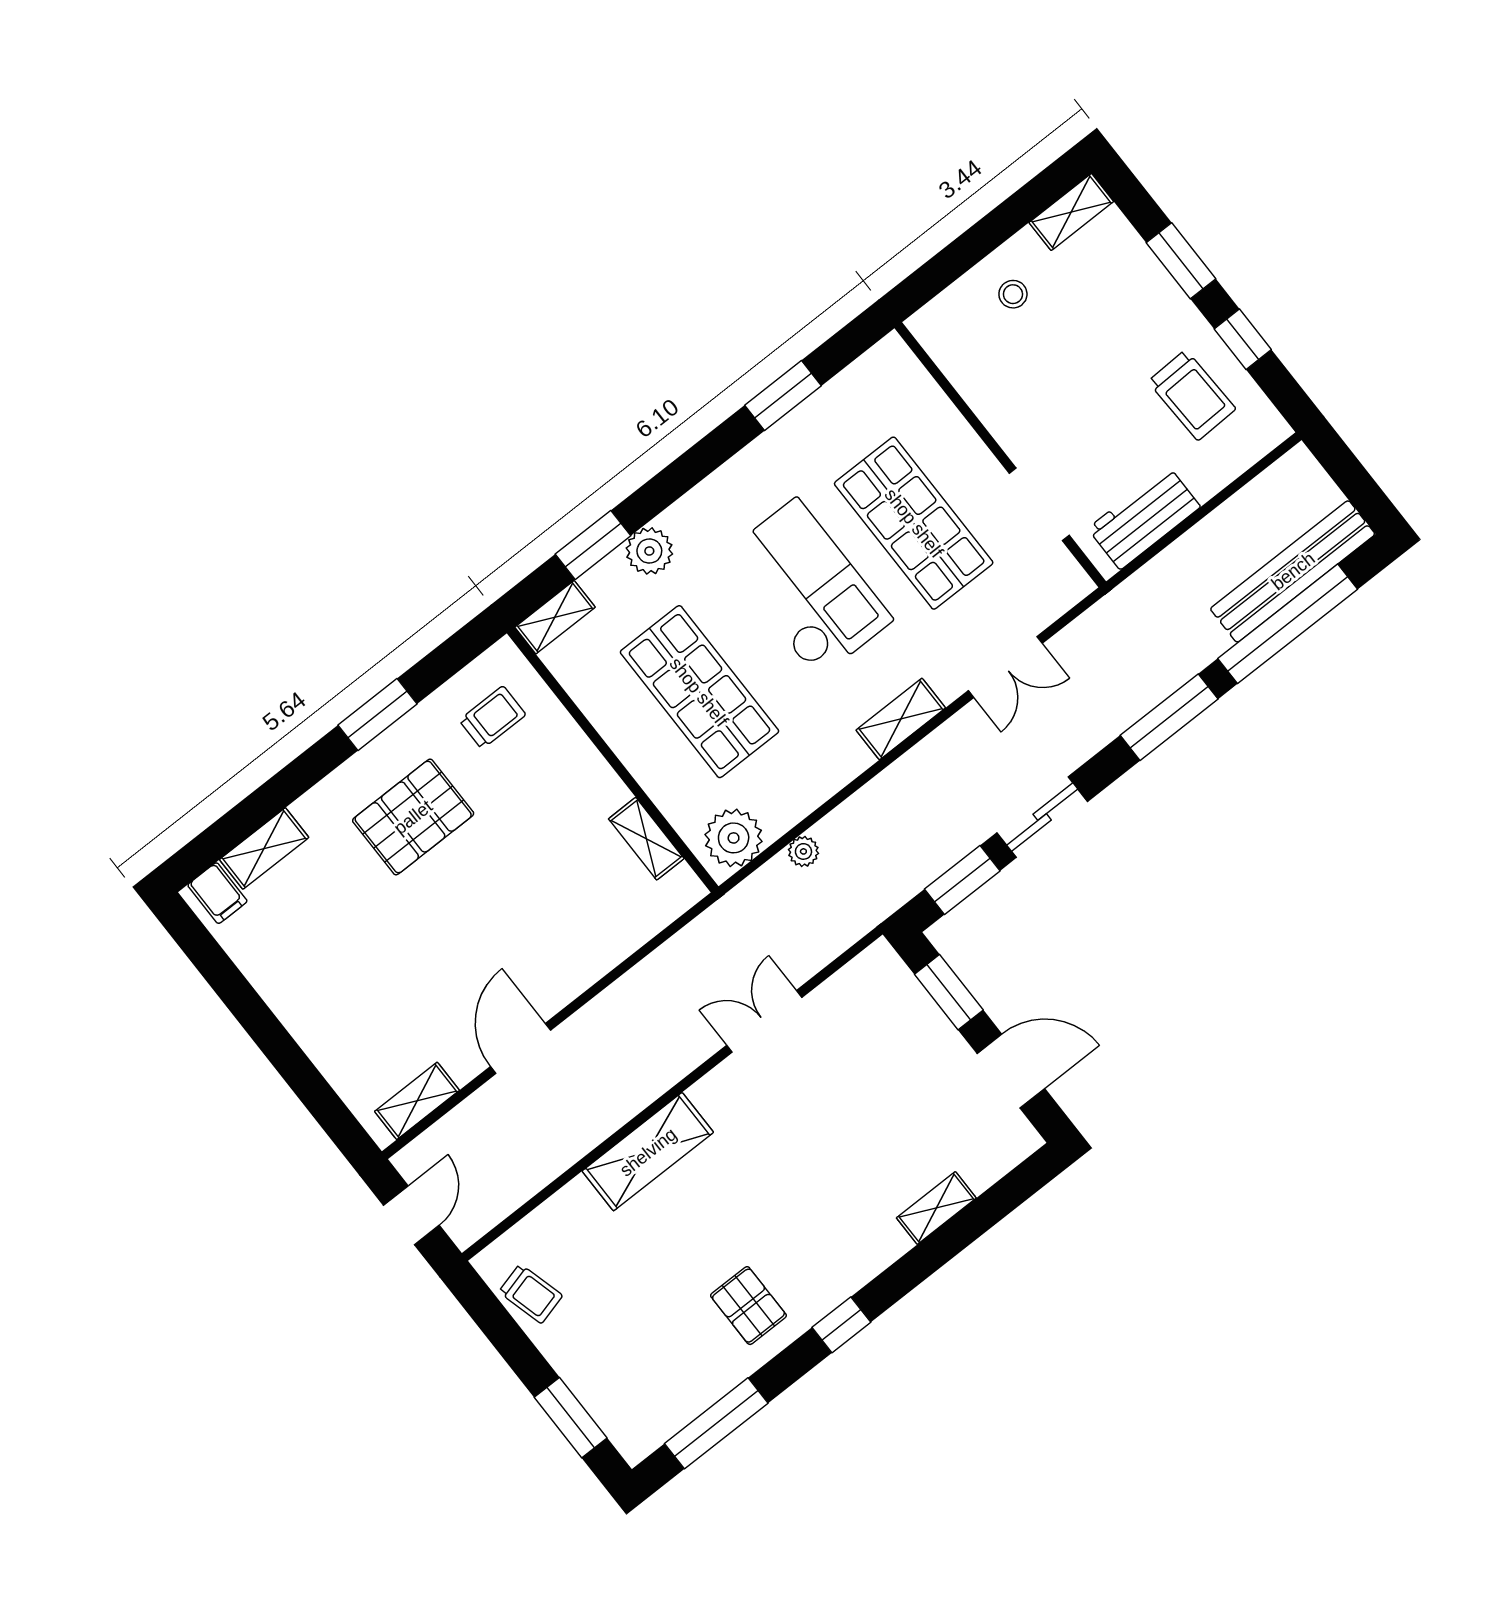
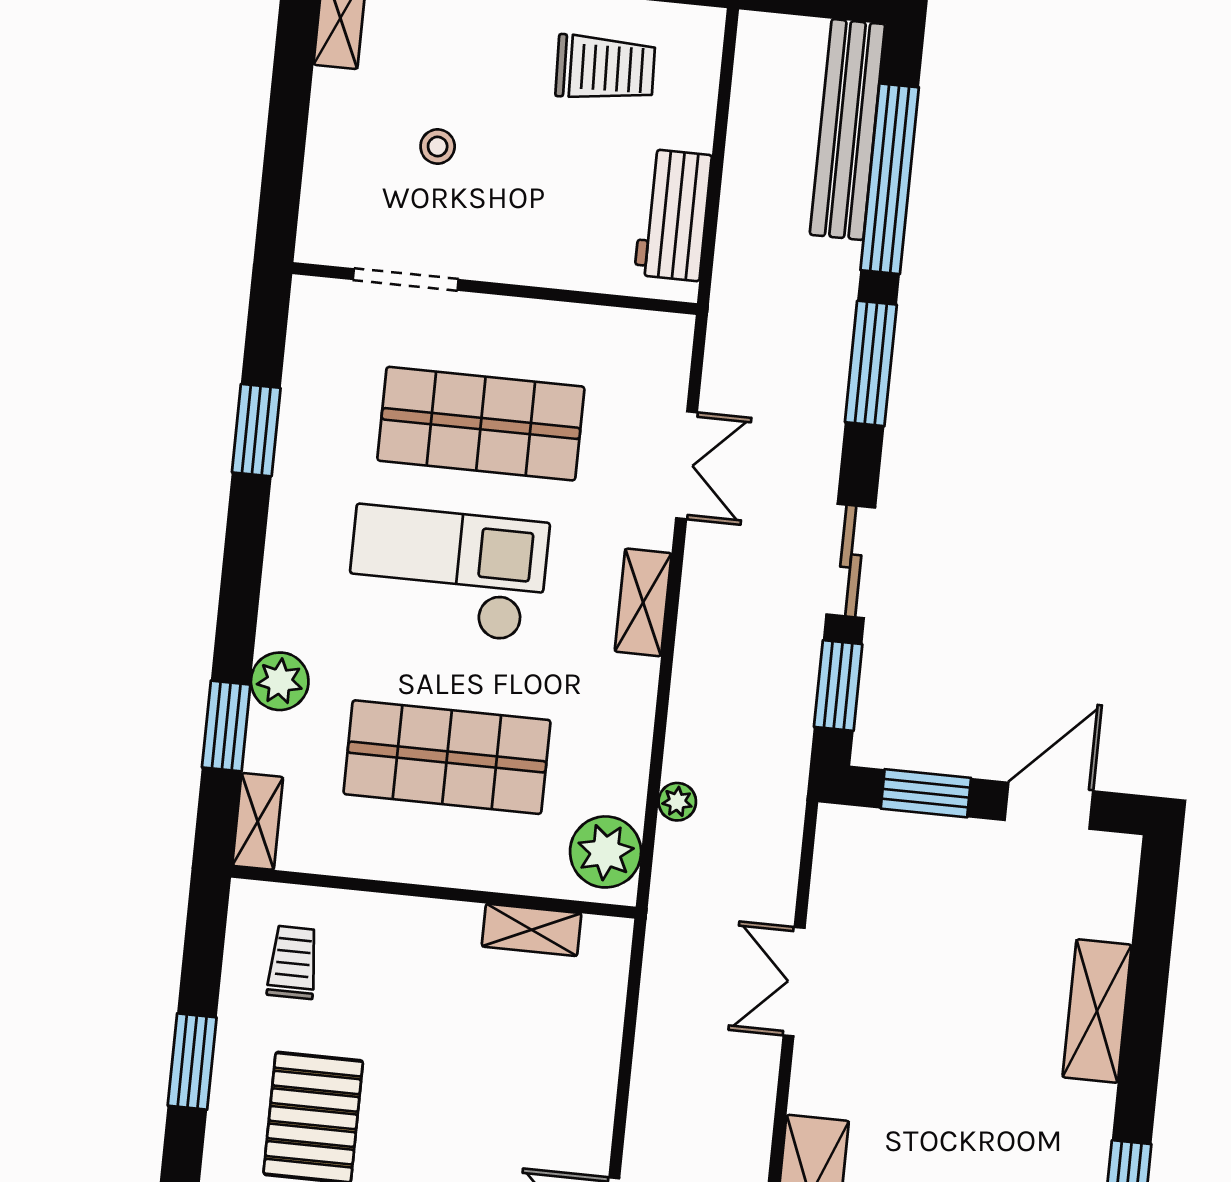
stool: (1013, 294) -> (438, 147), moved
doorway: (1039, 504) -> (406, 279), moved
shelving: (936, 1208) -> (1097, 1011), width x1.50, depth x1.33

